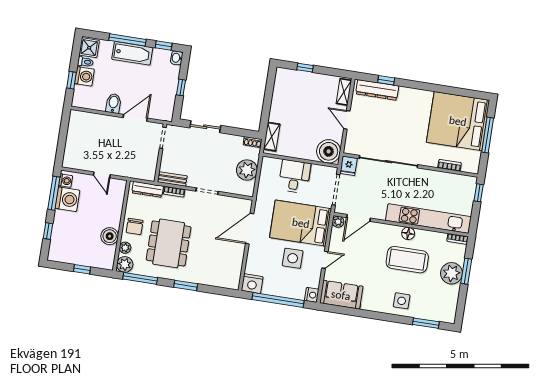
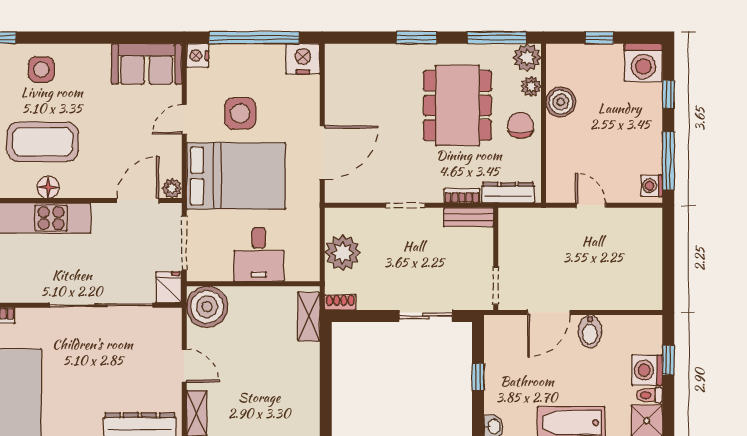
washing machine: (67, 199) -> (643, 63), moved, turned -90

